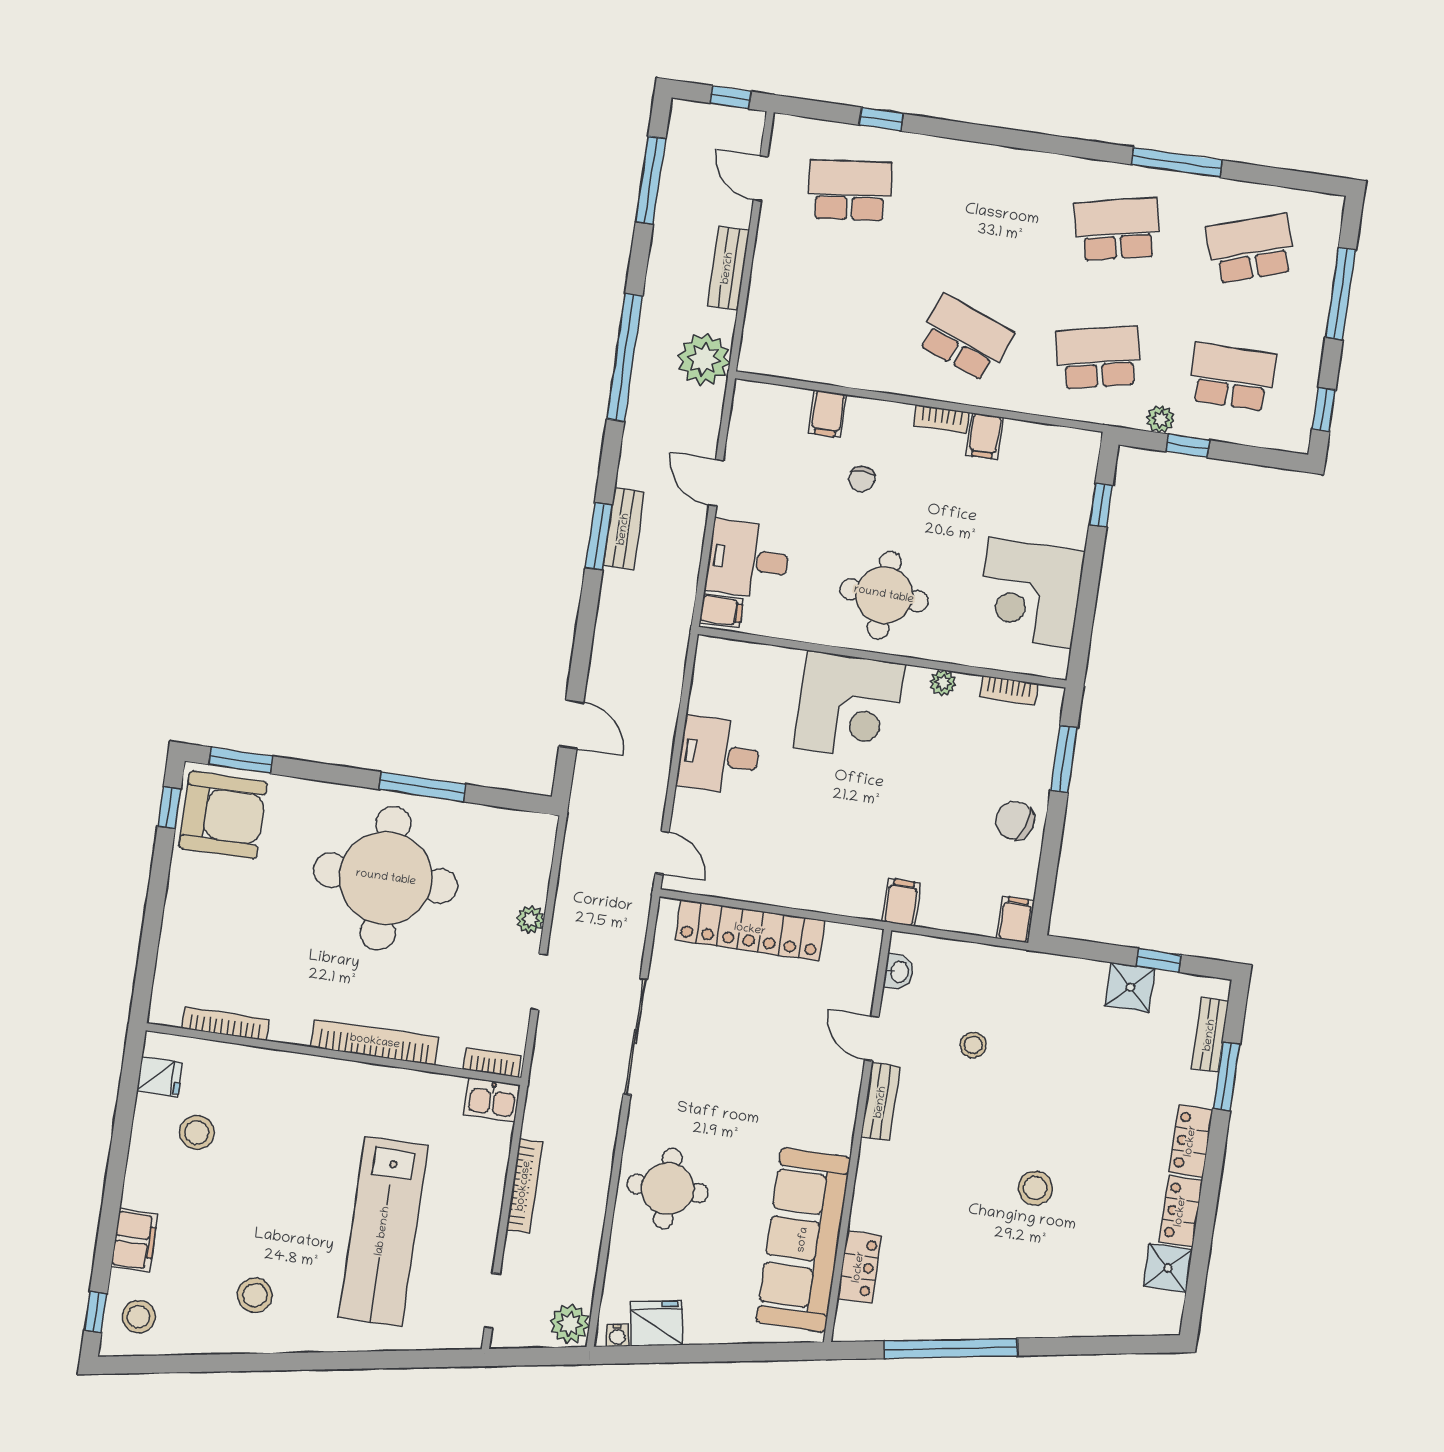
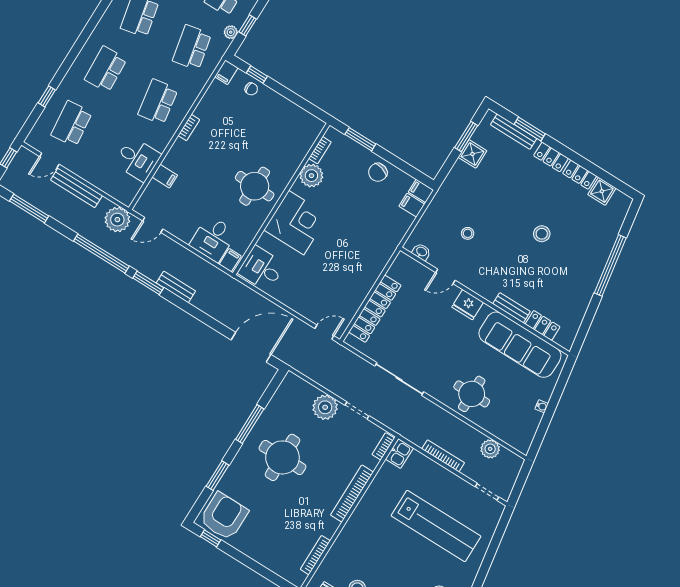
school desk: (984, 210) -> (106, 69), added
bench: (728, 268) -> (76, 188), width x1.36
school desk: (965, 338) -> (158, 102), turned -30
desk: (837, 347) -> (138, 159), added
filing cabinet: (985, 436) -> (226, 72), moved, turned 90
chair: (862, 479) -> (251, 89), moved
door: (716, 483) -> (153, 225), moved
window: (599, 536) -> (148, 283), moved
corner desk: (1030, 593) -> (281, 122), removed
plant: (943, 683) -> (311, 176), width x1.88, depth x1.88
door: (571, 724) -> (251, 347), width x1.88
desk: (719, 755) -> (262, 269), moved, turned 90
window: (241, 760) -> (217, 476), moved
round table: (386, 878) -> (282, 457), width x0.73, depth x0.73
filing cabinet: (901, 902) -> (412, 205), moved
plant: (530, 919) -> (325, 407), width x1.87, depth x1.87
window: (1159, 960) -> (466, 136), width x1.50
bench: (1210, 1035) -> (514, 132), width x1.36
bench: (881, 1102) -> (512, 308), moved
fridge: (657, 1323) -> (468, 305), moved, turned -81
plant: (570, 1324) -> (490, 449), moved
water cooler: (617, 1335) -> (542, 406), moved
window: (951, 1348) -> (610, 265), moved

